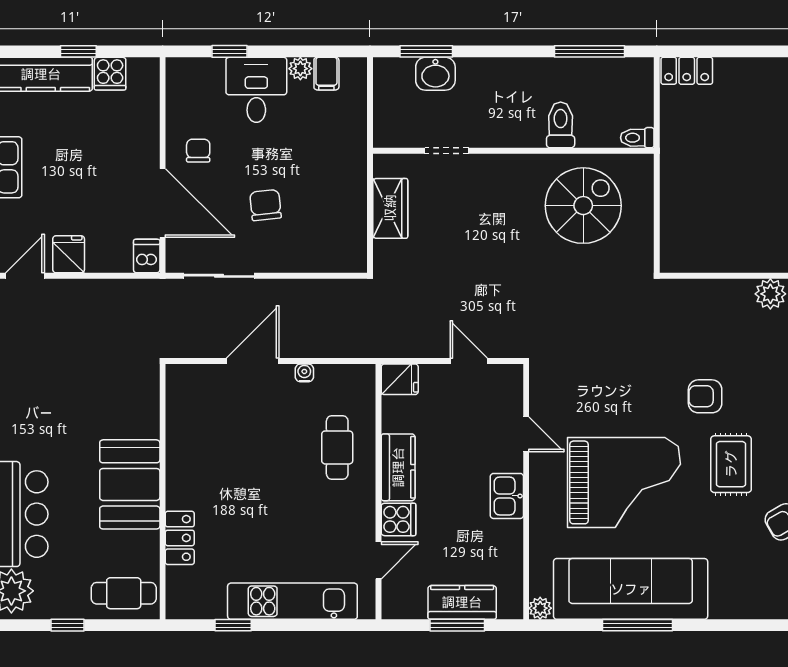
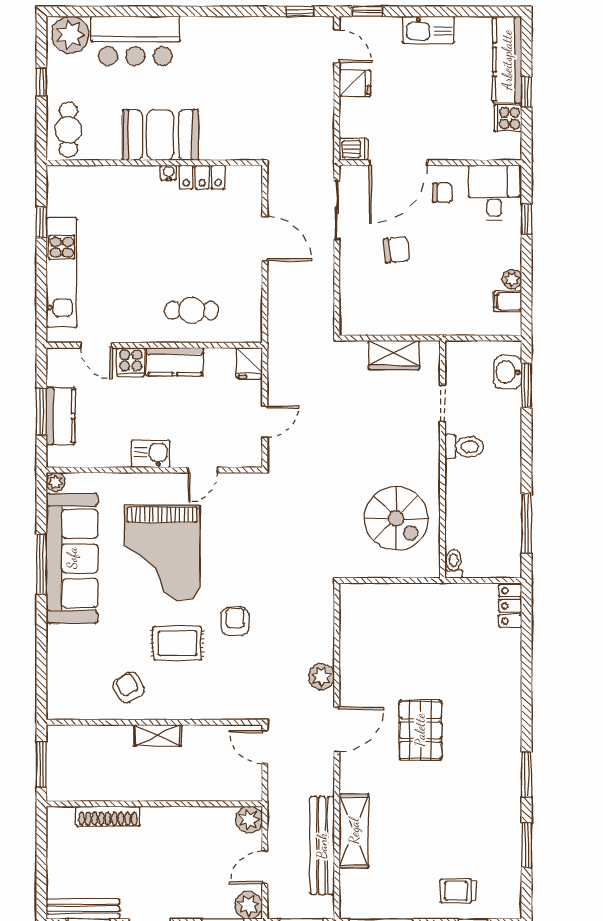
washbasin: (435, 74) -> (508, 372), moved
desk: (256, 90) -> (494, 193), moved, turned -90
toilet: (561, 125) -> (464, 447), moved
water cooler: (304, 373) -> (169, 173), moved, turned -90
locker: (180, 538) -> (202, 177), moved

